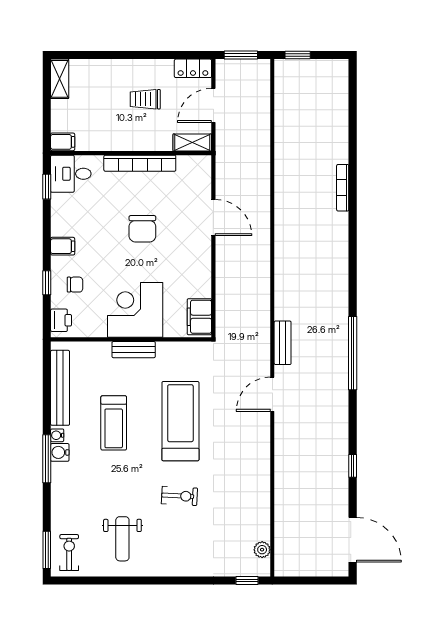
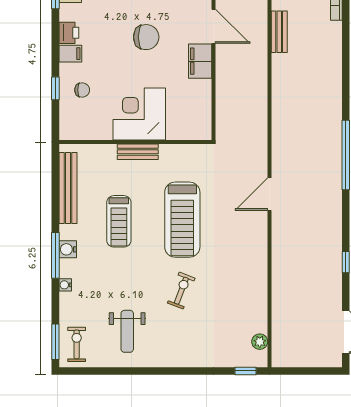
chair: (142, 229) -> (146, 37), turned -90
filing cabinet: (199, 317) -> (200, 61), moved
printer: (61, 320) -> (69, 33), moved
bench: (283, 343) -> (279, 32), moved
treadmill: (180, 421) -> (182, 220), turned 180
water cooler: (57, 435) -> (65, 285), moved
exercise bike: (179, 496) -> (181, 291), turned -72

